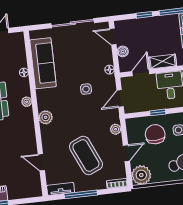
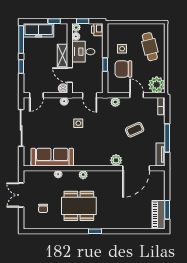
boiler: (123, 51) -> (63, 88), moved
plant: (46, 117) -> (116, 160), moved
coffee table: (86, 155) -> (135, 130), width x0.54, depth x0.58
door: (41, 162) -> (136, 168), width x1.88

